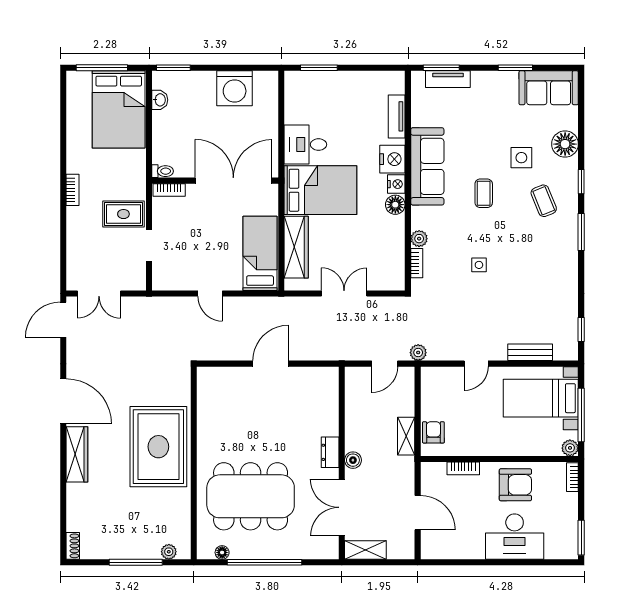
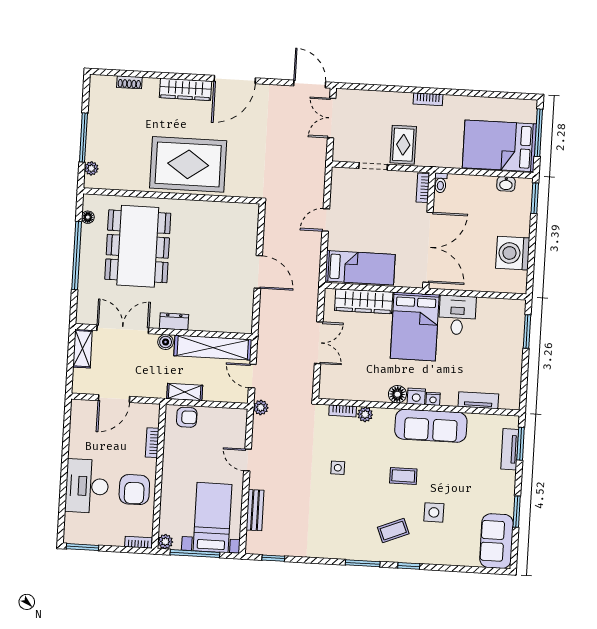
floor lamp: (565, 144) -> (444, 553), removed
nightstand: (392, 159) -> (433, 399), width x0.53, depth x0.56
shelving: (356, 408) -> (213, 348), added
shoe rack: (73, 546) -> (129, 82), moved

